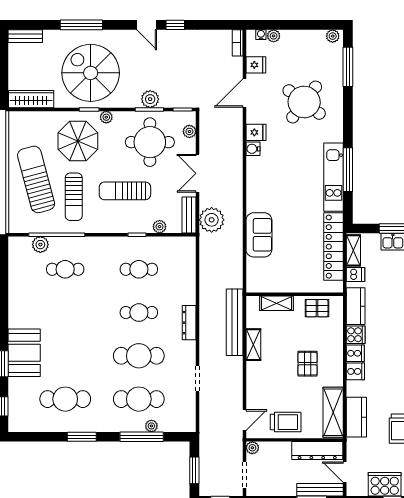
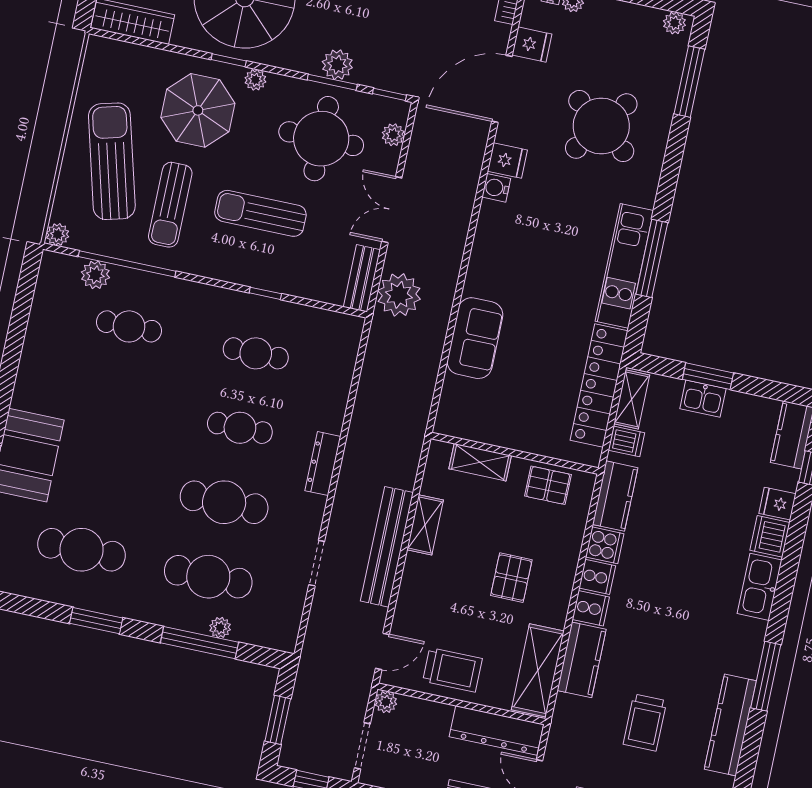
door: (245, 93) -> (502, 89), width x1.36
plant: (160, 227) -> (58, 235), moved
bench: (235, 322) -> (387, 547), moved
kitchen counter: (356, 417) -> (582, 660), moved

